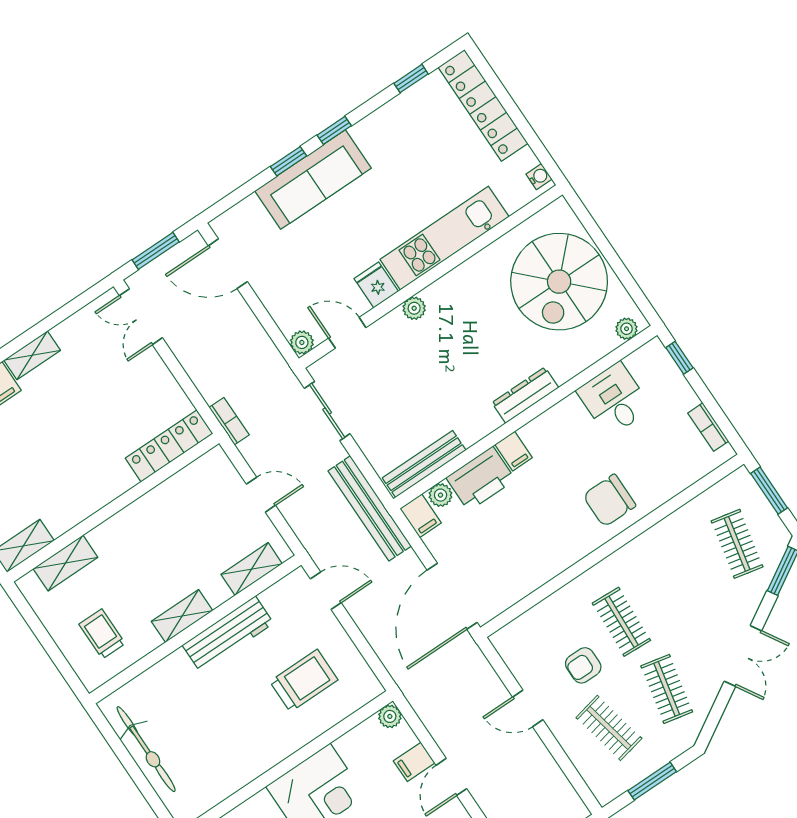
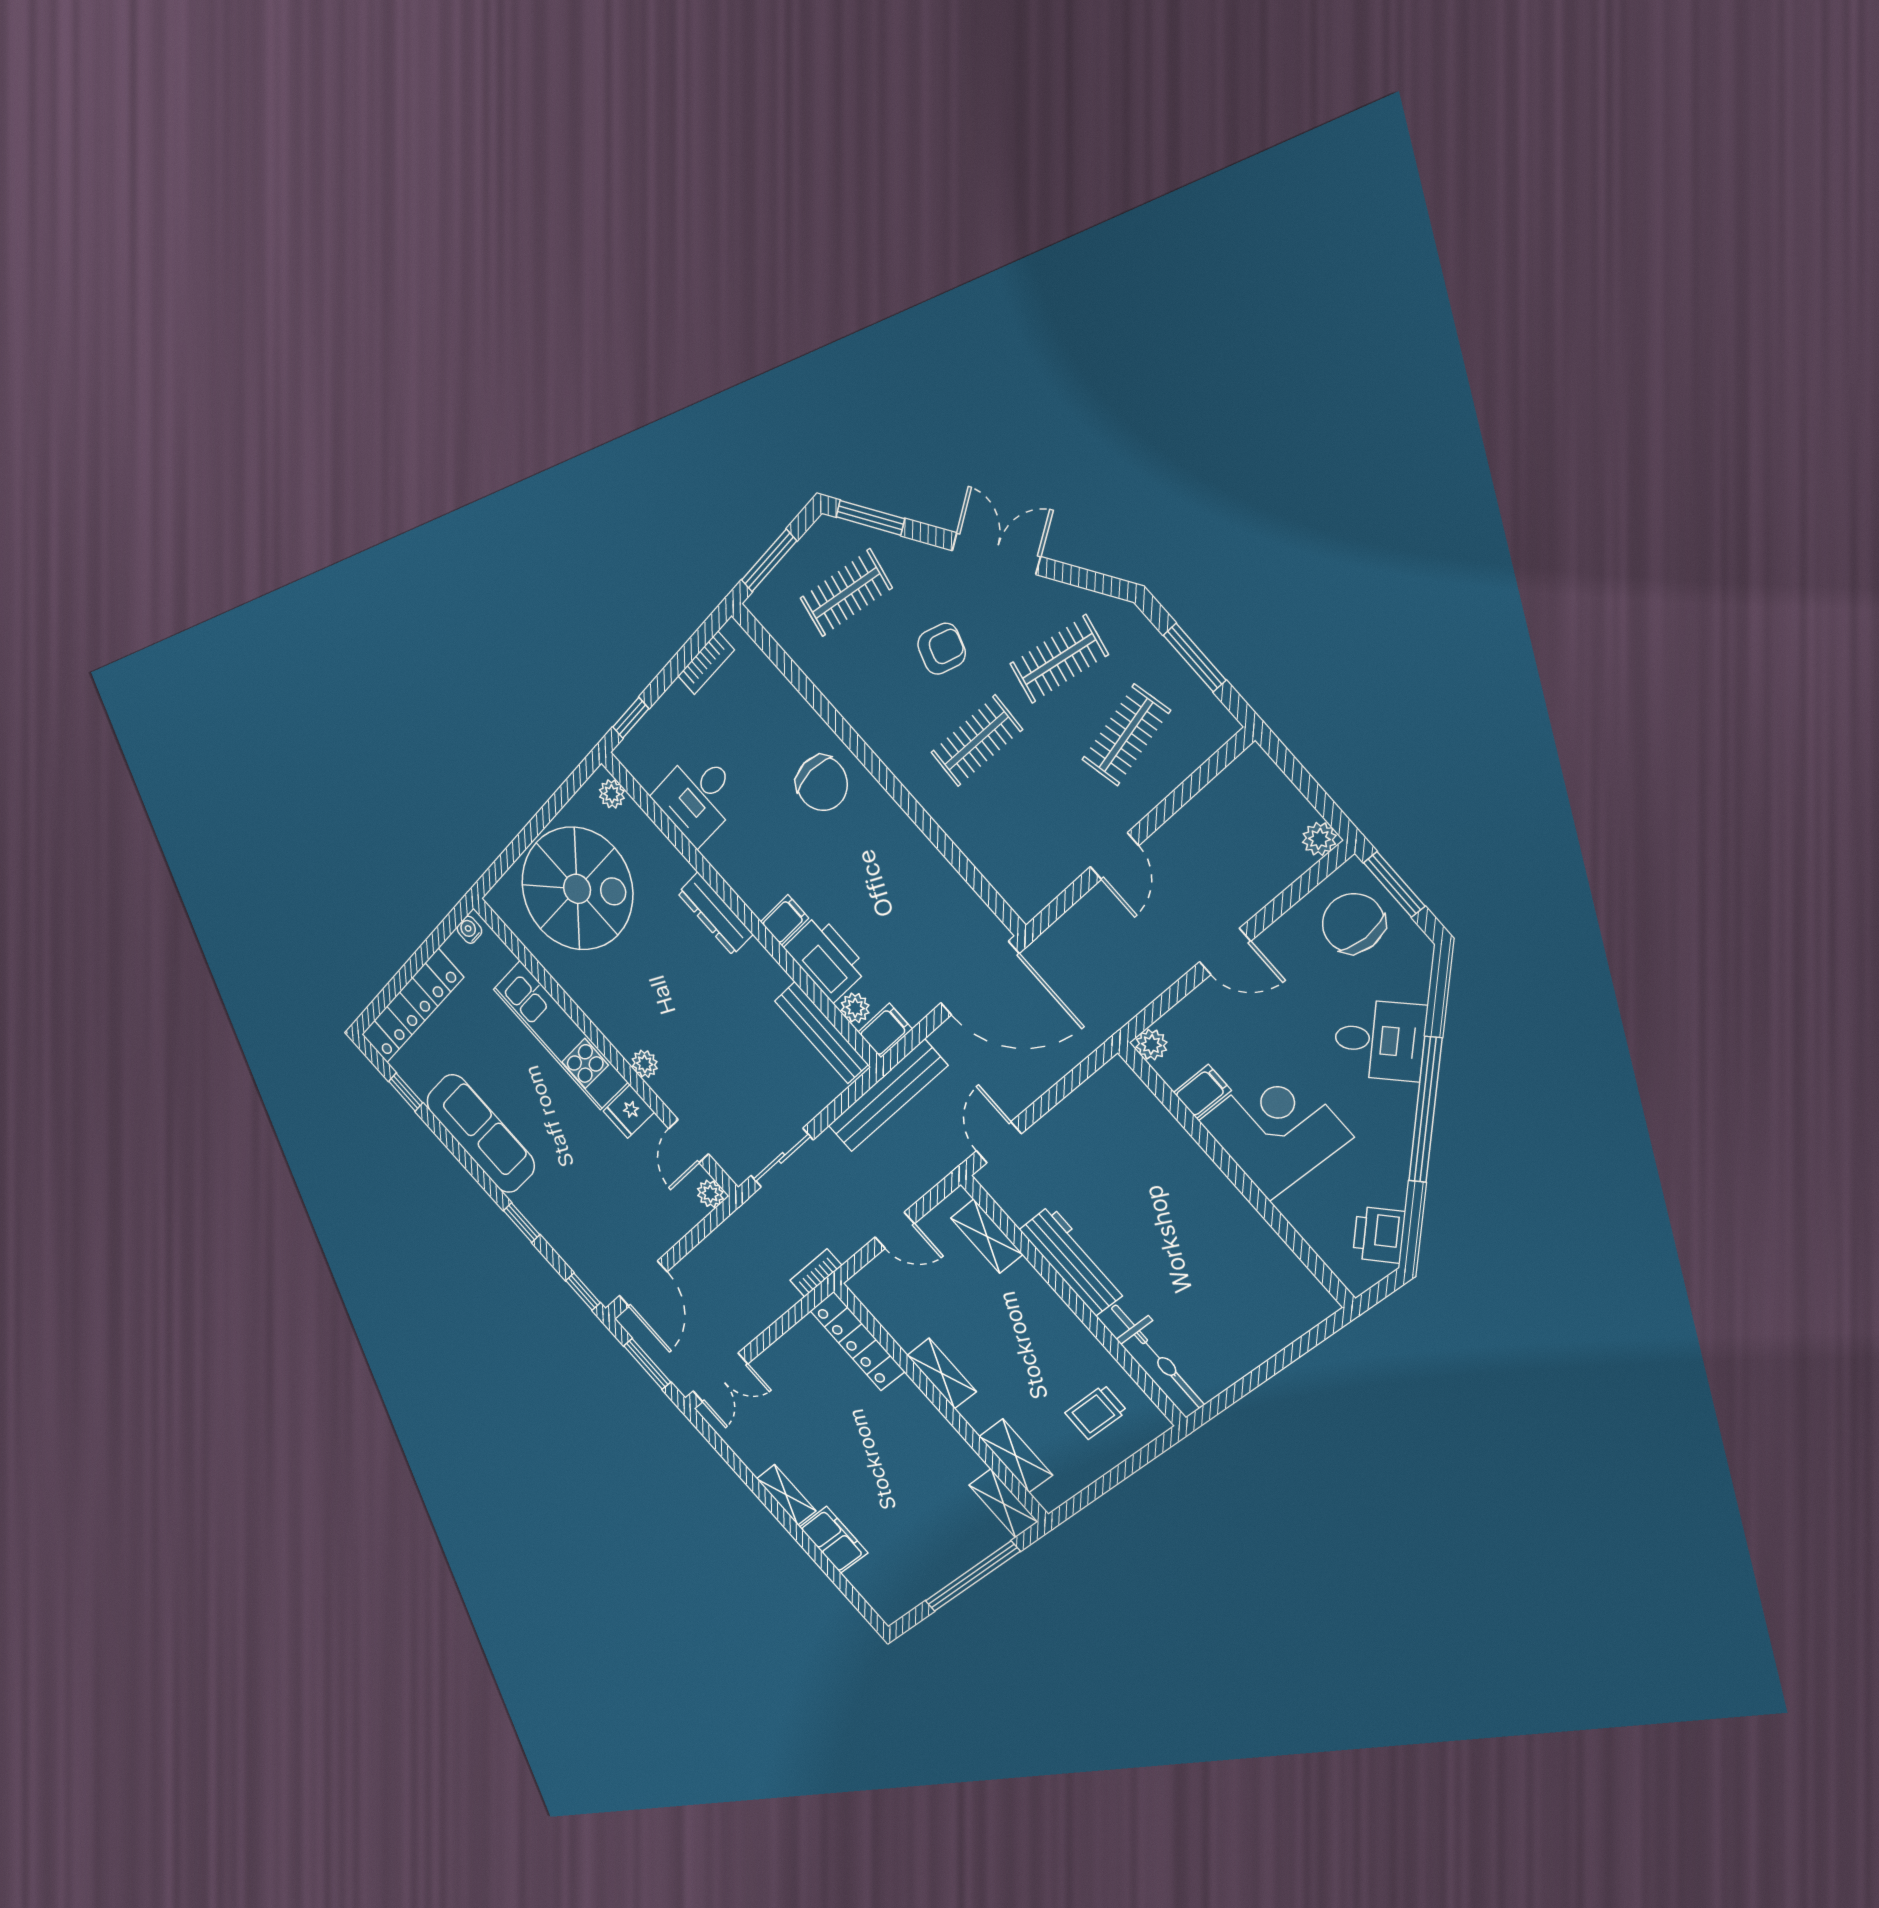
window: (334, 130) -> (583, 1292), moved
sofa: (313, 180) -> (481, 1134), moved
door: (261, 495) -> (895, 1230), swing flipped
shelving: (182, 616) -> (942, 1373), moved
armchair: (583, 665) -> (942, 649), moved, turned -71
trolley: (304, 681) -> (1119, 1162), removed
bicycle: (146, 749) -> (1158, 1356), moved, turned 90
filing cabinet: (414, 762) -> (1202, 1091), moved, turned -90

